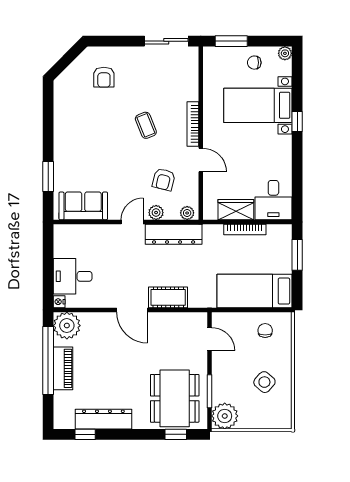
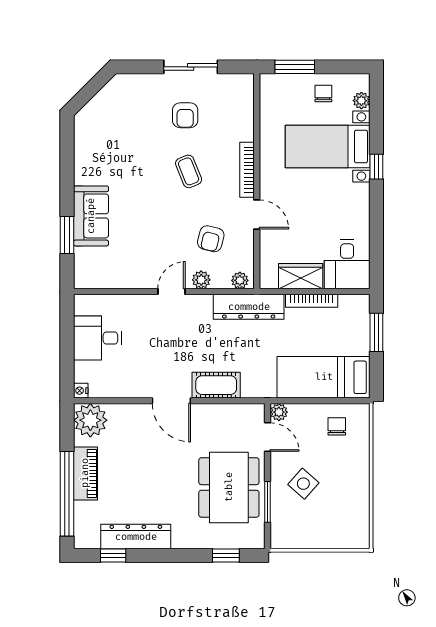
sliding door: (166, 41) -> (191, 67), moved
plant: (285, 53) -> (361, 101), moved
chair: (254, 63) -> (323, 93), turned 90
armchair: (104, 77) -> (185, 115), moved
sofa: (83, 206) -> (91, 216), moved, turned 90
dresser: (174, 234) -> (249, 307), moved
desk: (73, 276) -> (97, 338), moved
window: (48, 360) -> (67, 494), moved
side table: (264, 382) -> (303, 484), moved
dining table: (175, 398) -> (229, 487), moved
plant: (225, 416) -> (279, 412), moved, width x0.53, depth x0.53

